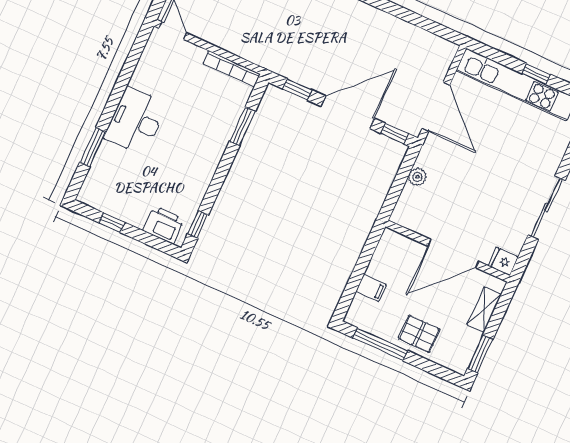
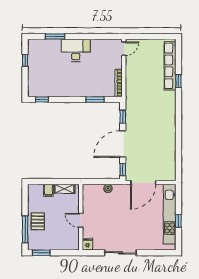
door: (348, 112) -> (123, 144), swing flipped
printer: (163, 225) -> (35, 84), removed
door: (453, 254) -> (81, 220), width x0.53
shelving: (484, 310) -> (64, 189), moved
window: (380, 344) -> (25, 229), moved

